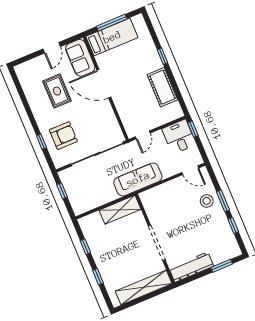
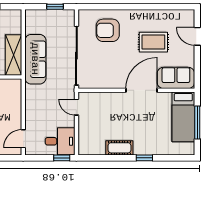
door: (52, 48) -> (197, 36), moved
cot: (162, 87) -> (119, 148), width x0.73, depth x0.75
armchair: (63, 136) -> (108, 30), turned 90
window: (41, 142) -> (111, 7), removed
sofa: (138, 179) -> (35, 59), moved

